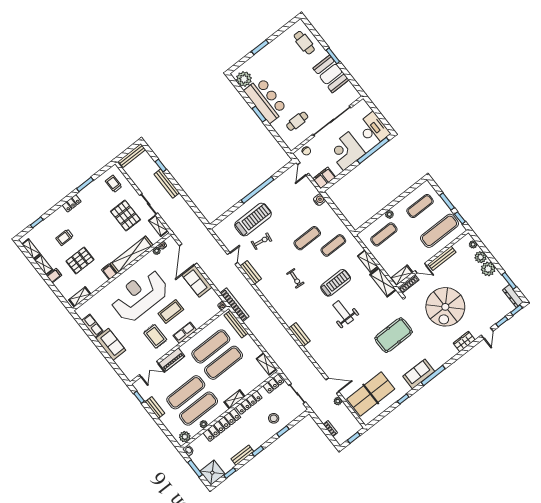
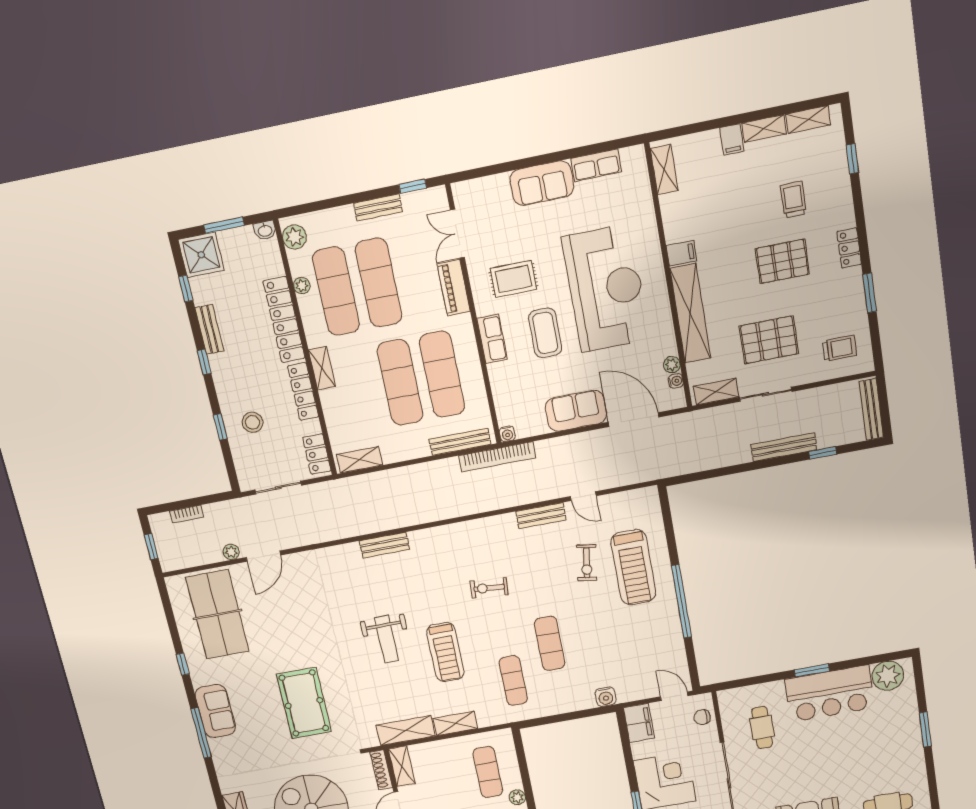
pallet: (80, 260) -> (782, 261), moved, turned 90
weight bench: (343, 312) -> (387, 639), turned 90

